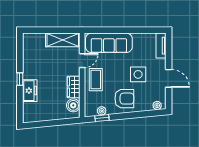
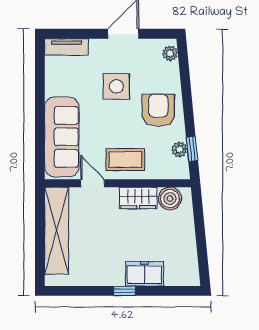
shelving: (63, 40) -> (57, 231), width x1.47

